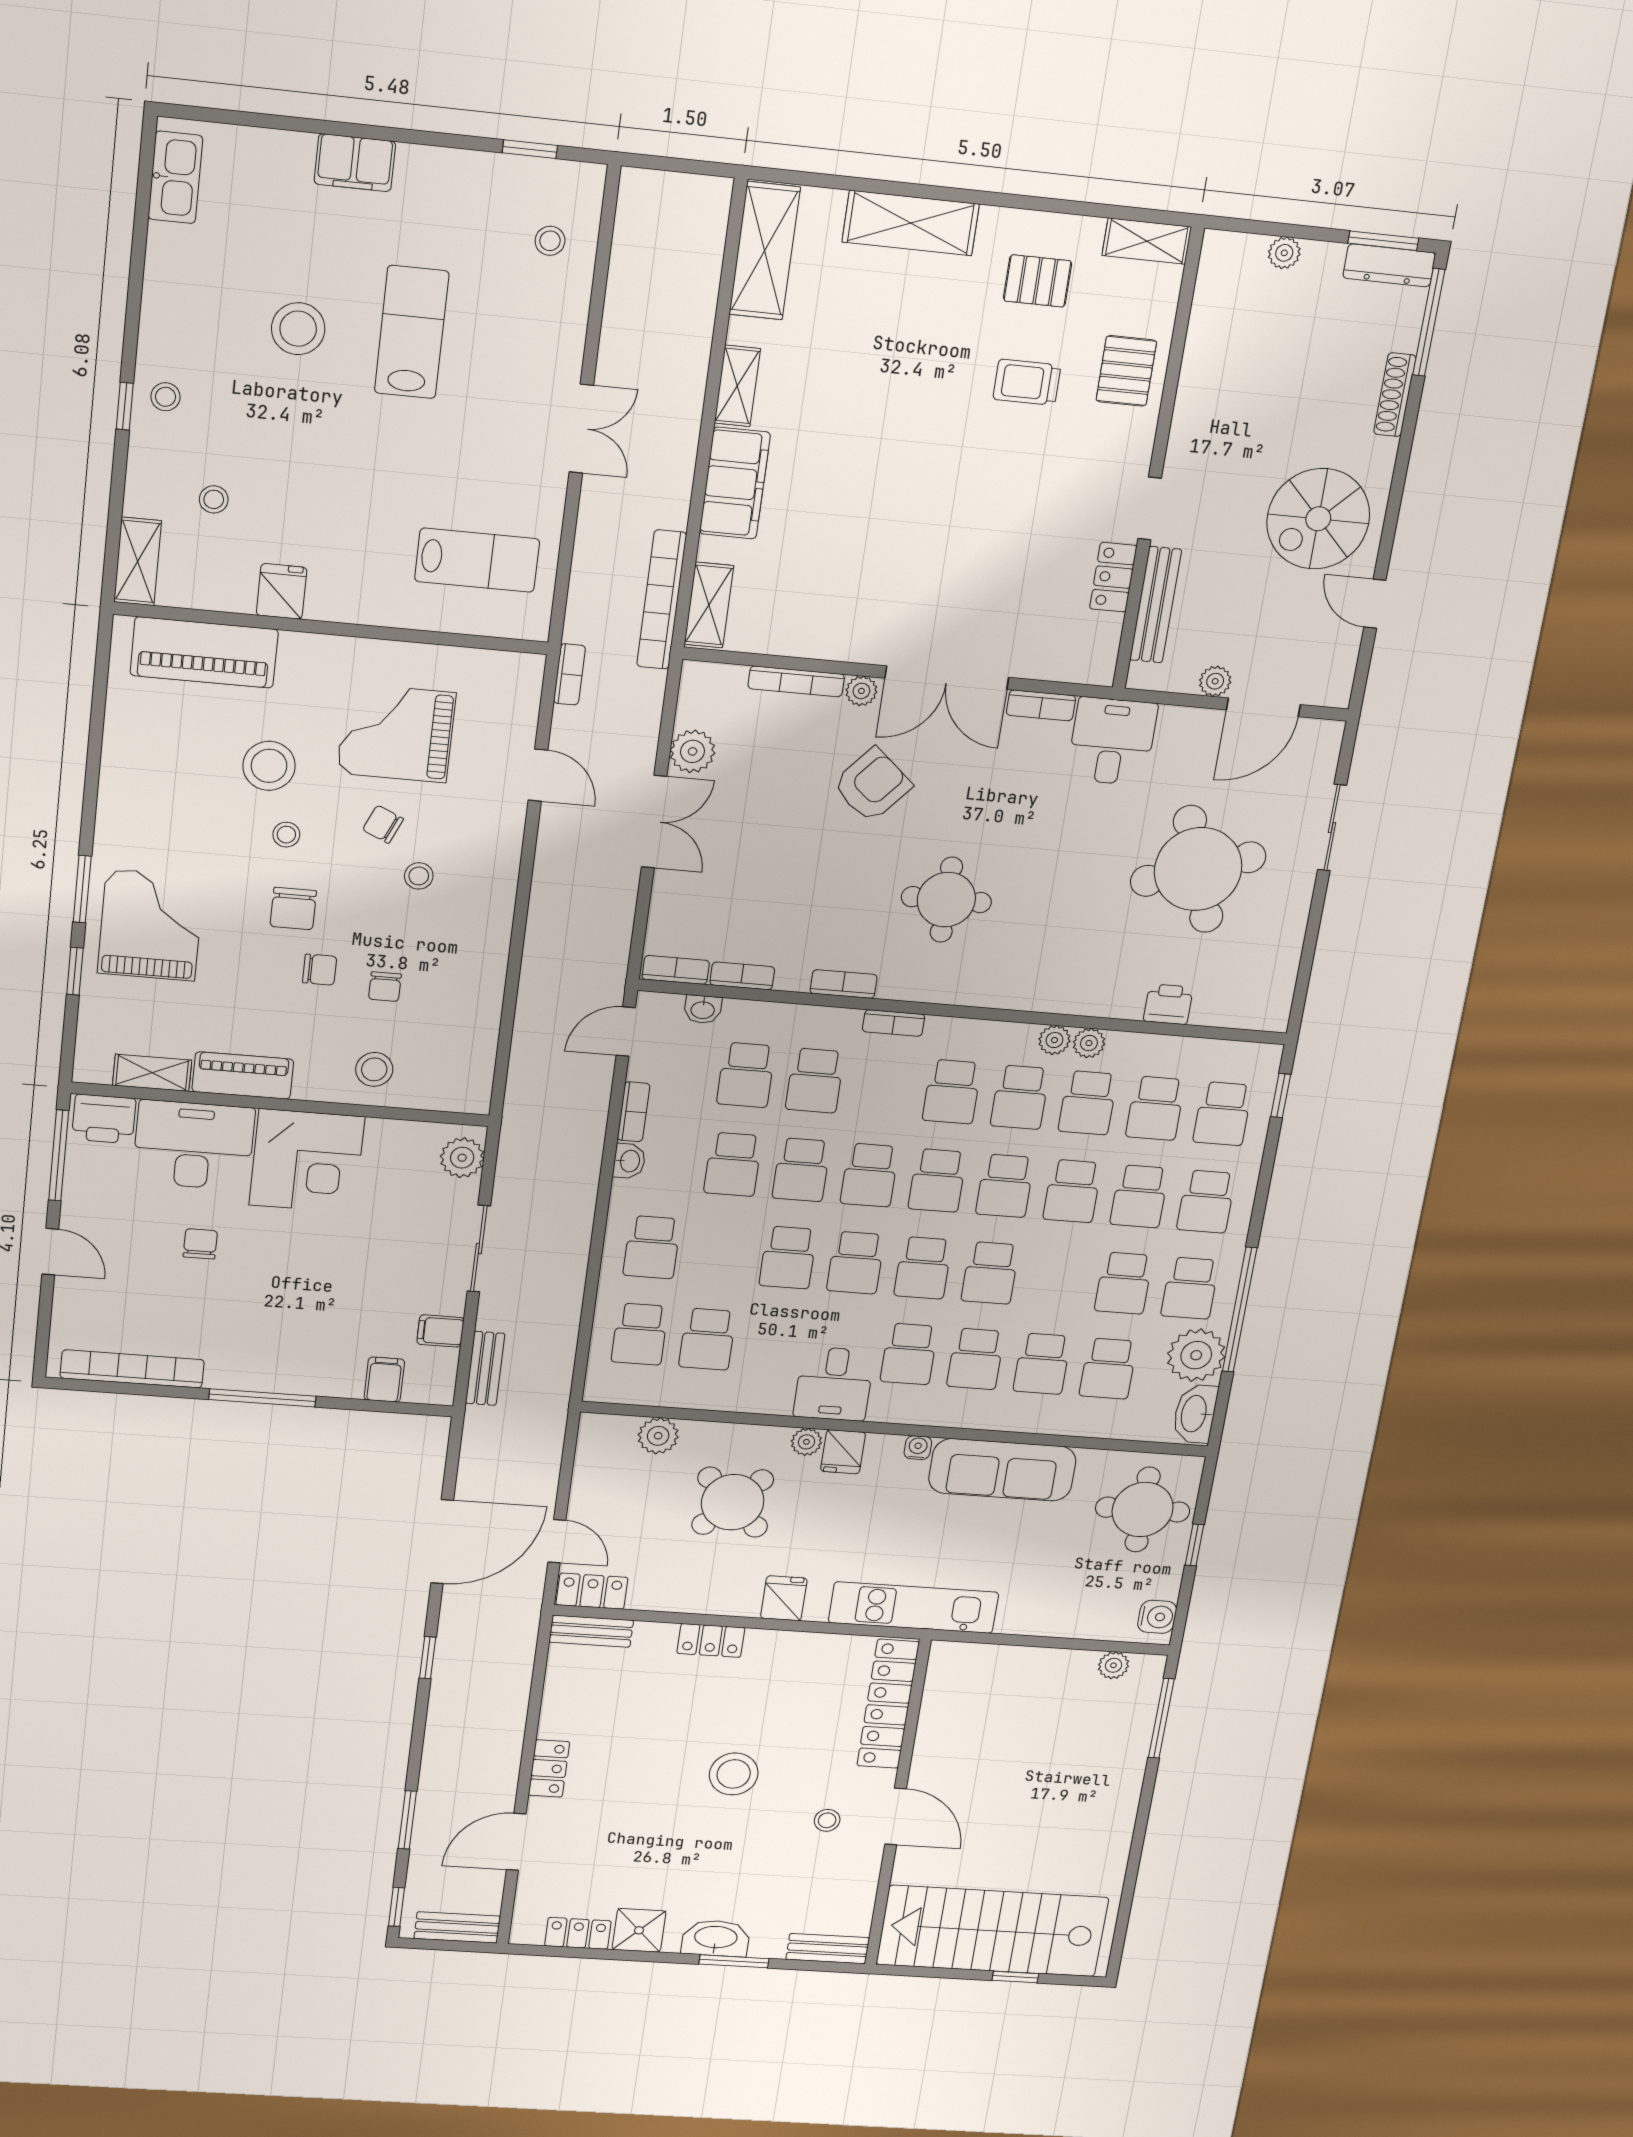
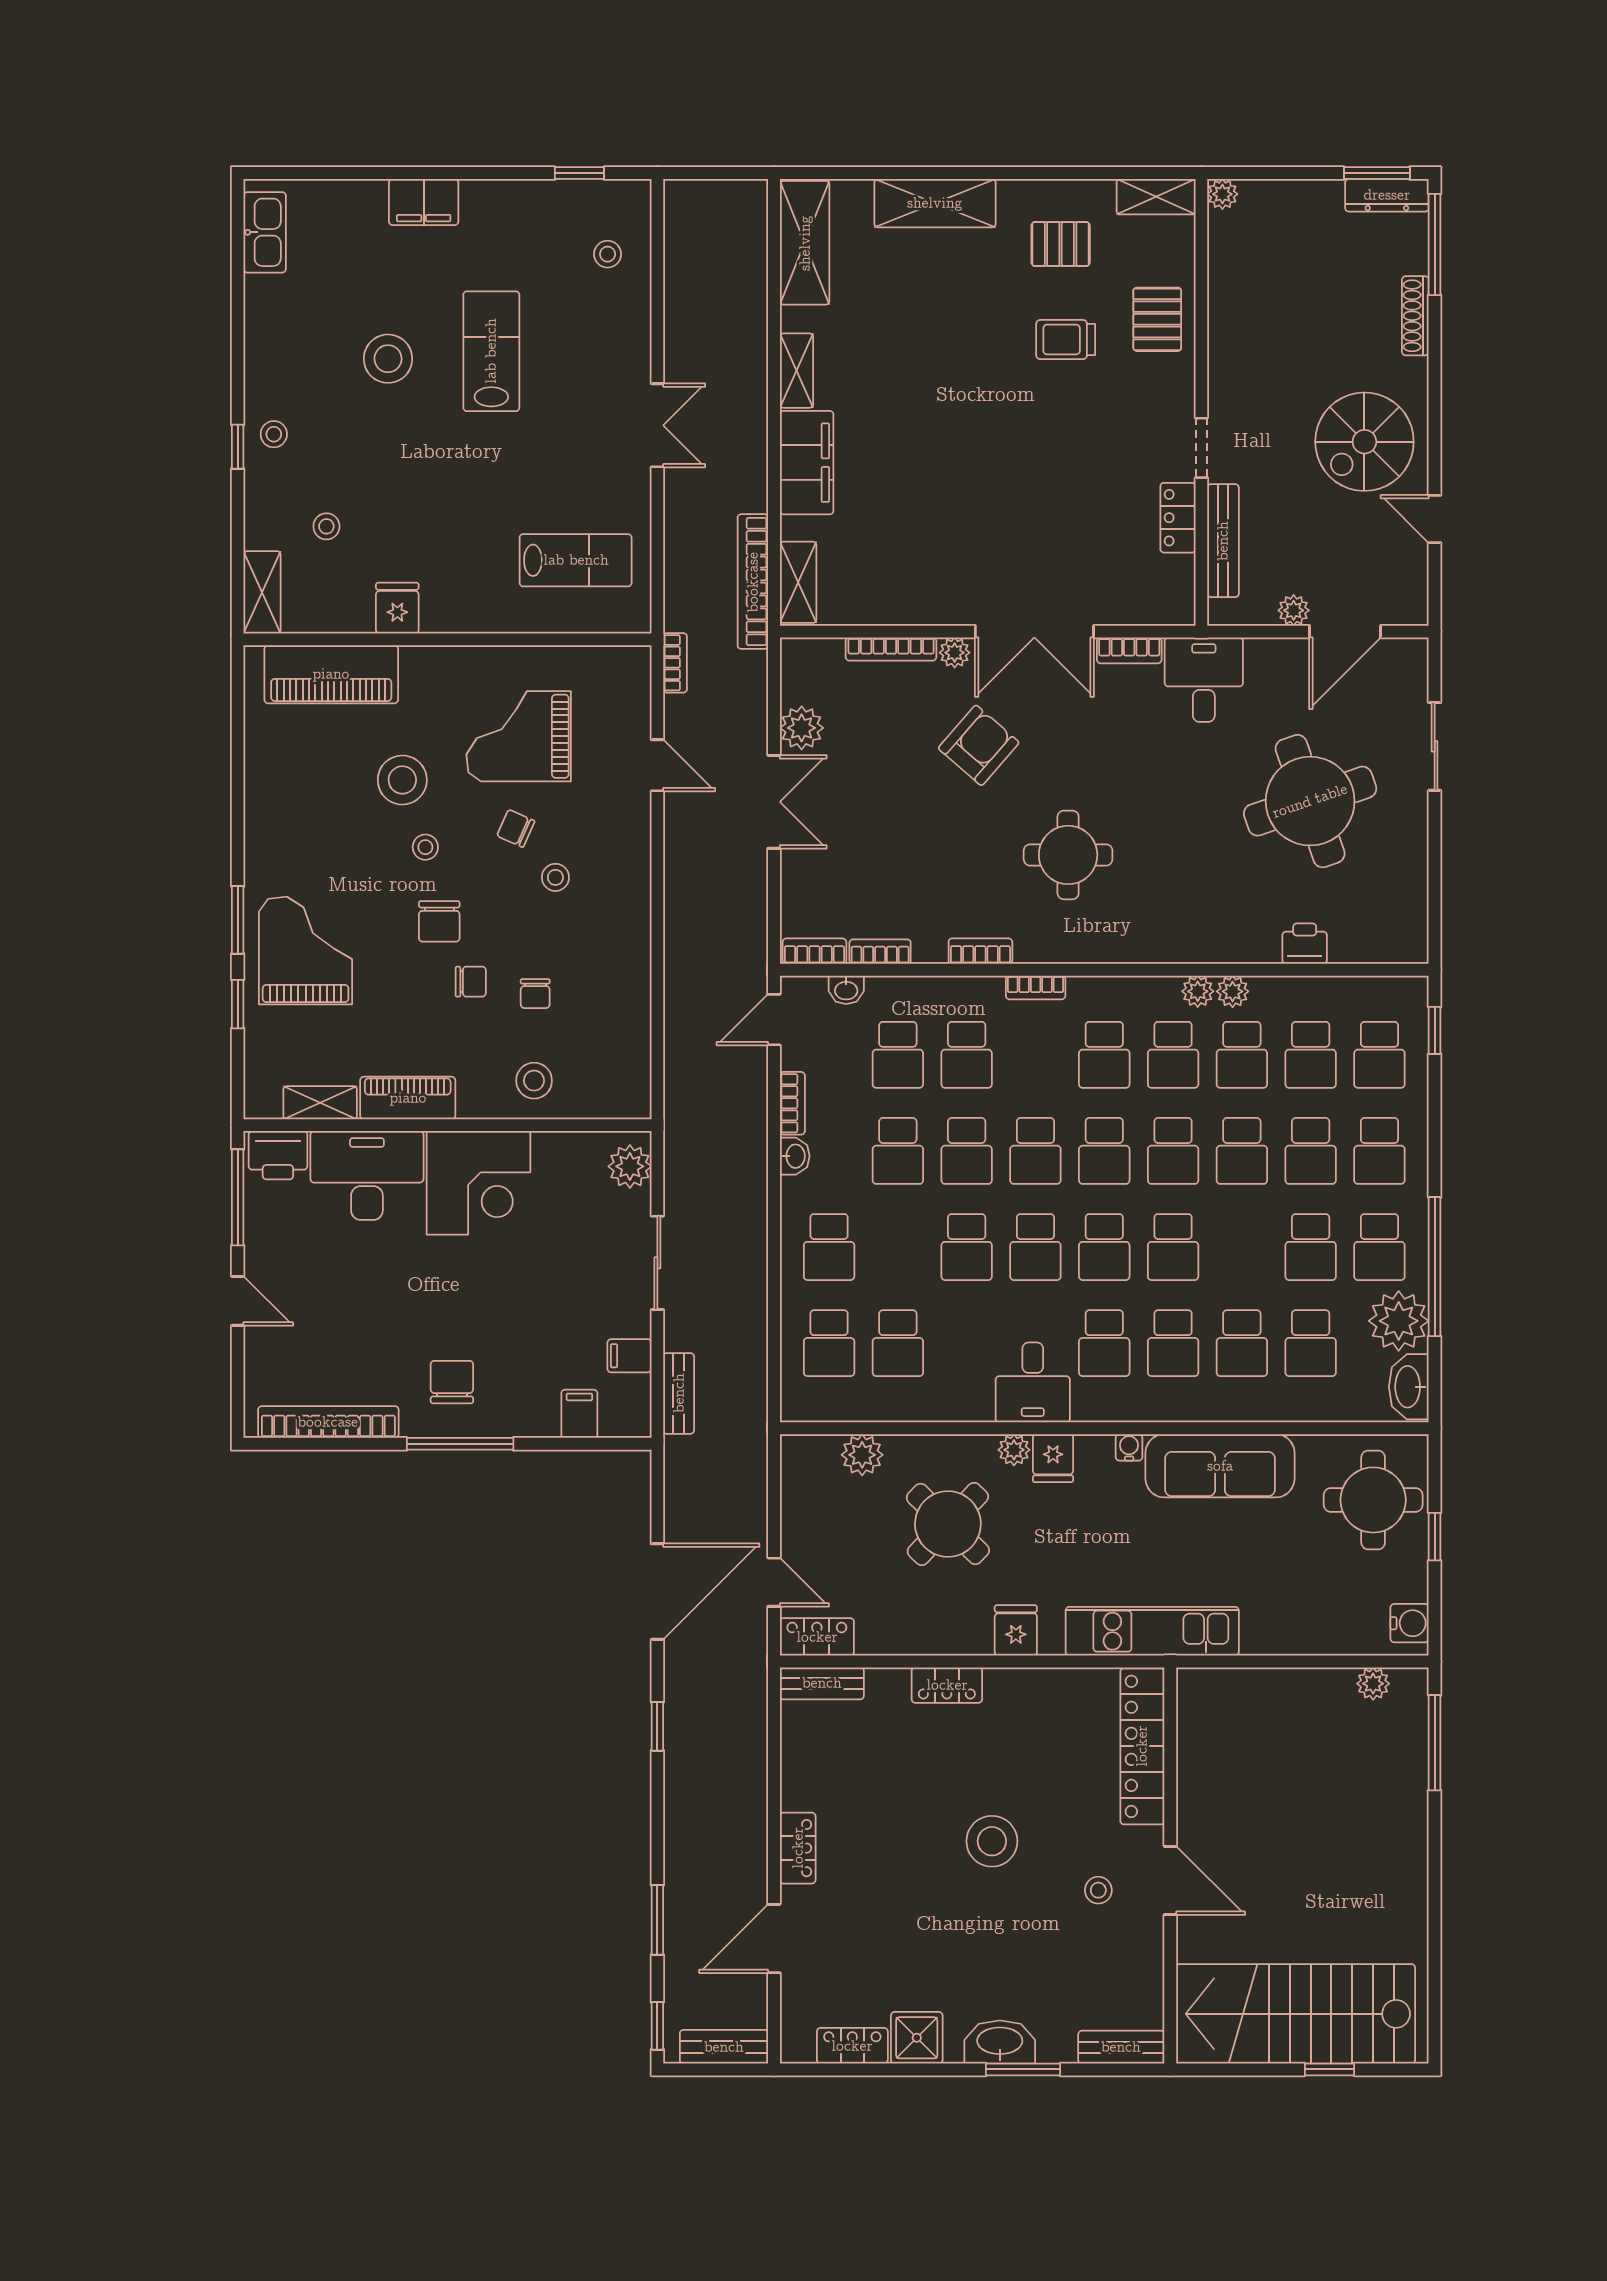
plant: (1284, 253) -> (1222, 194), moved
chair: (200, 1244) -> (452, 1382), moved, width x1.37, depth x1.37

